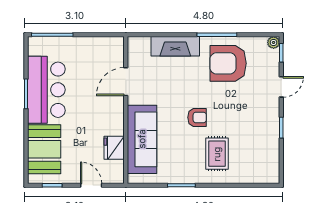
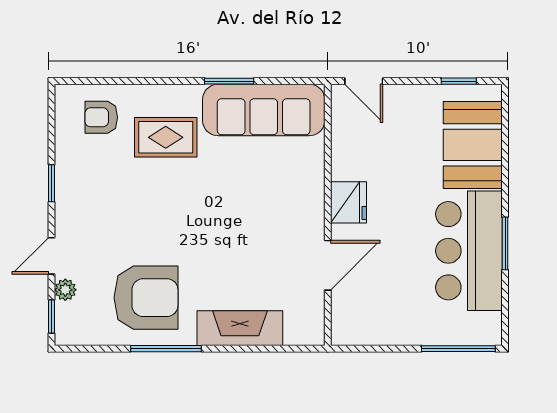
plant: (274, 42) -> (65, 290), moved
armchair: (197, 117) -> (101, 117), moved
sofa: (142, 139) -> (264, 110), moved, turned -90
fridge: (114, 148) -> (348, 202), moved
rug: (217, 154) -> (166, 137), turned 90
door: (91, 185) -> (364, 81), moved

